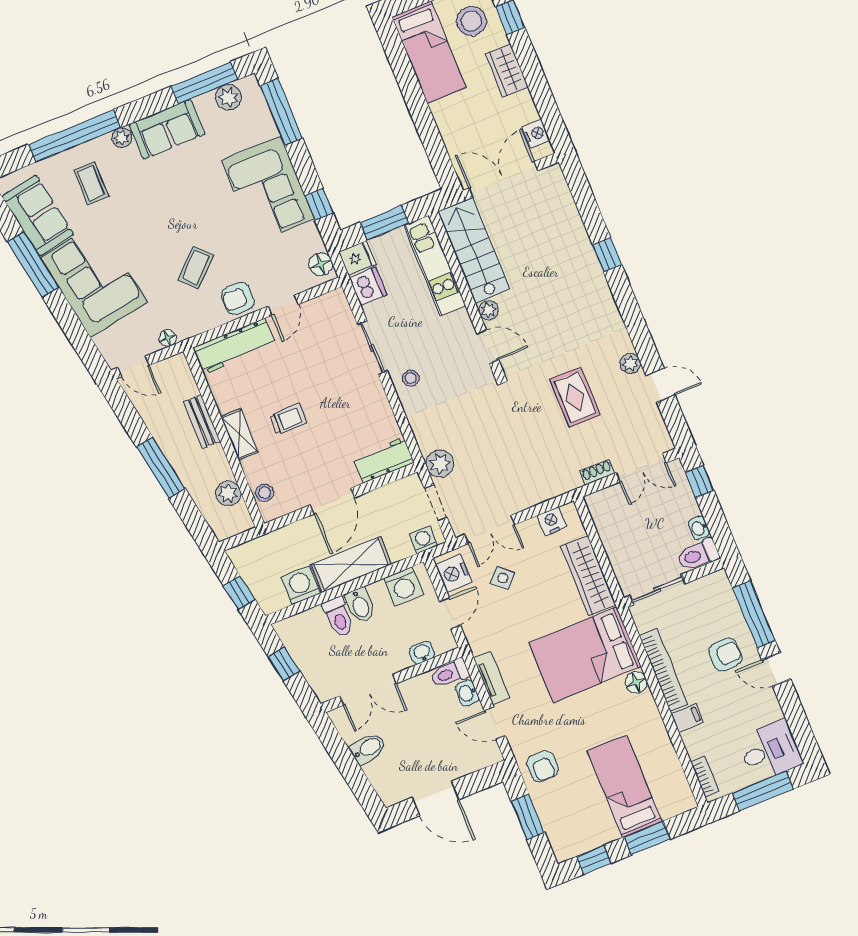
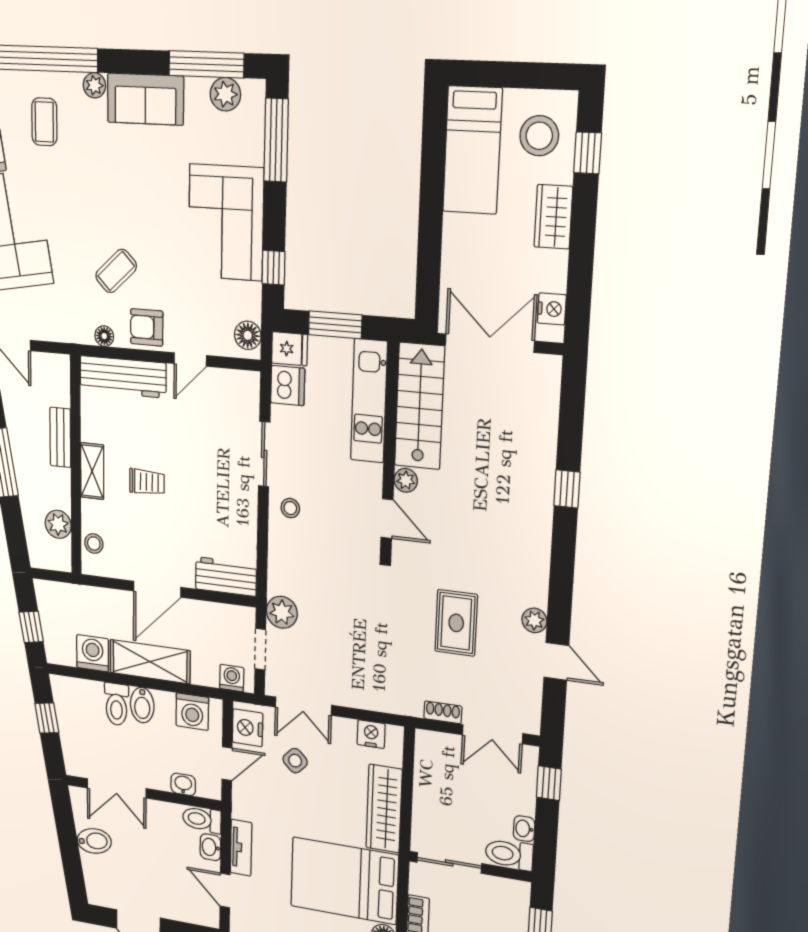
floor lamp: (168, 338) -> (104, 336), moved

